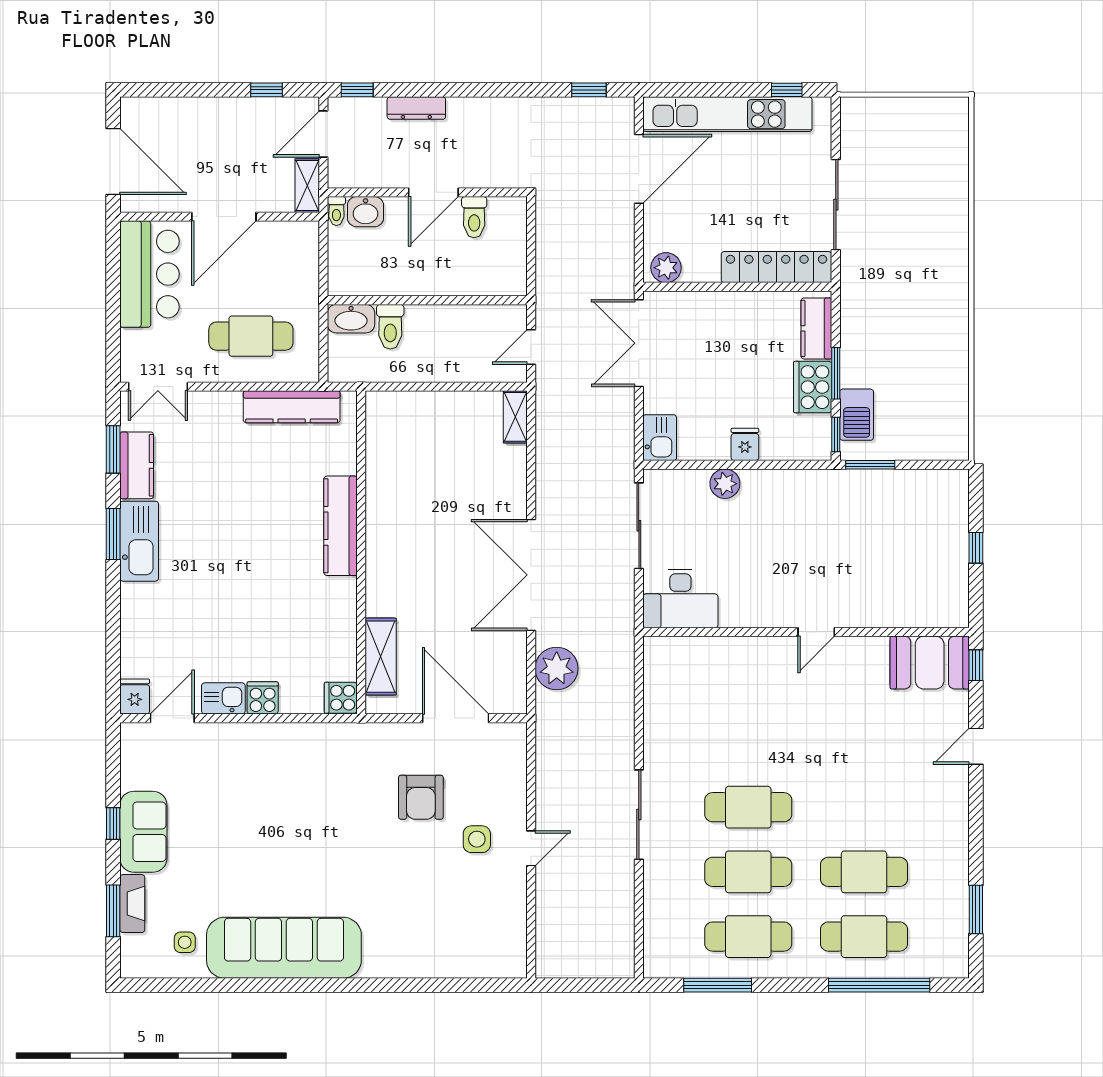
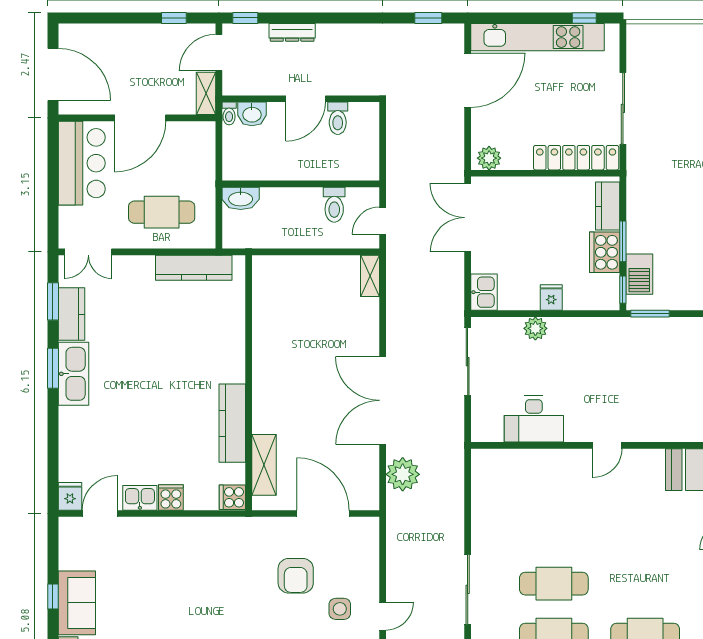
toilet: (390, 327) -> (334, 205), moved
kitchen counter: (341, 526) -> (232, 423), moved
desk: (680, 598) -> (534, 419), moved

